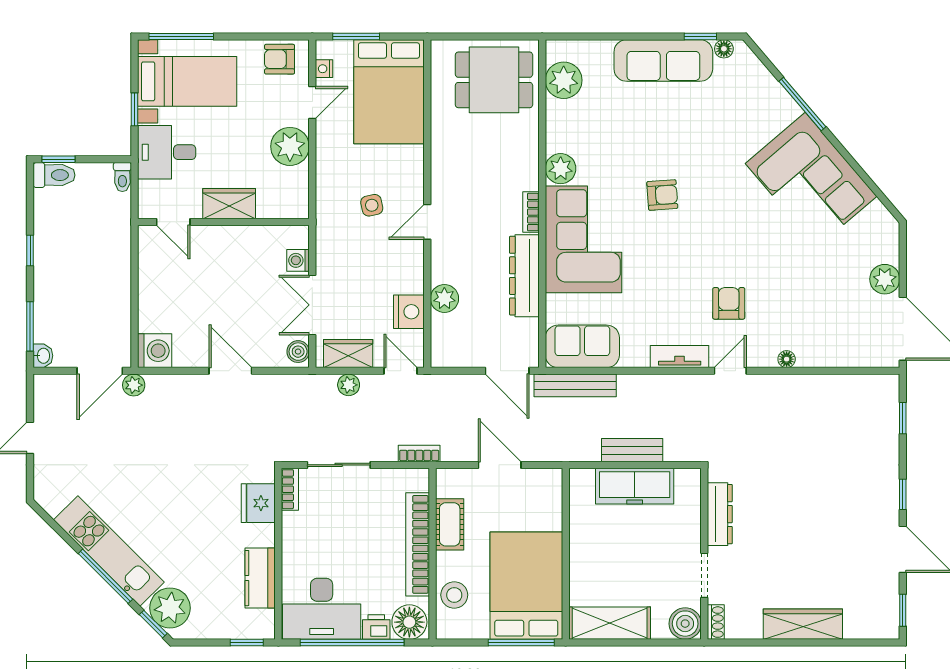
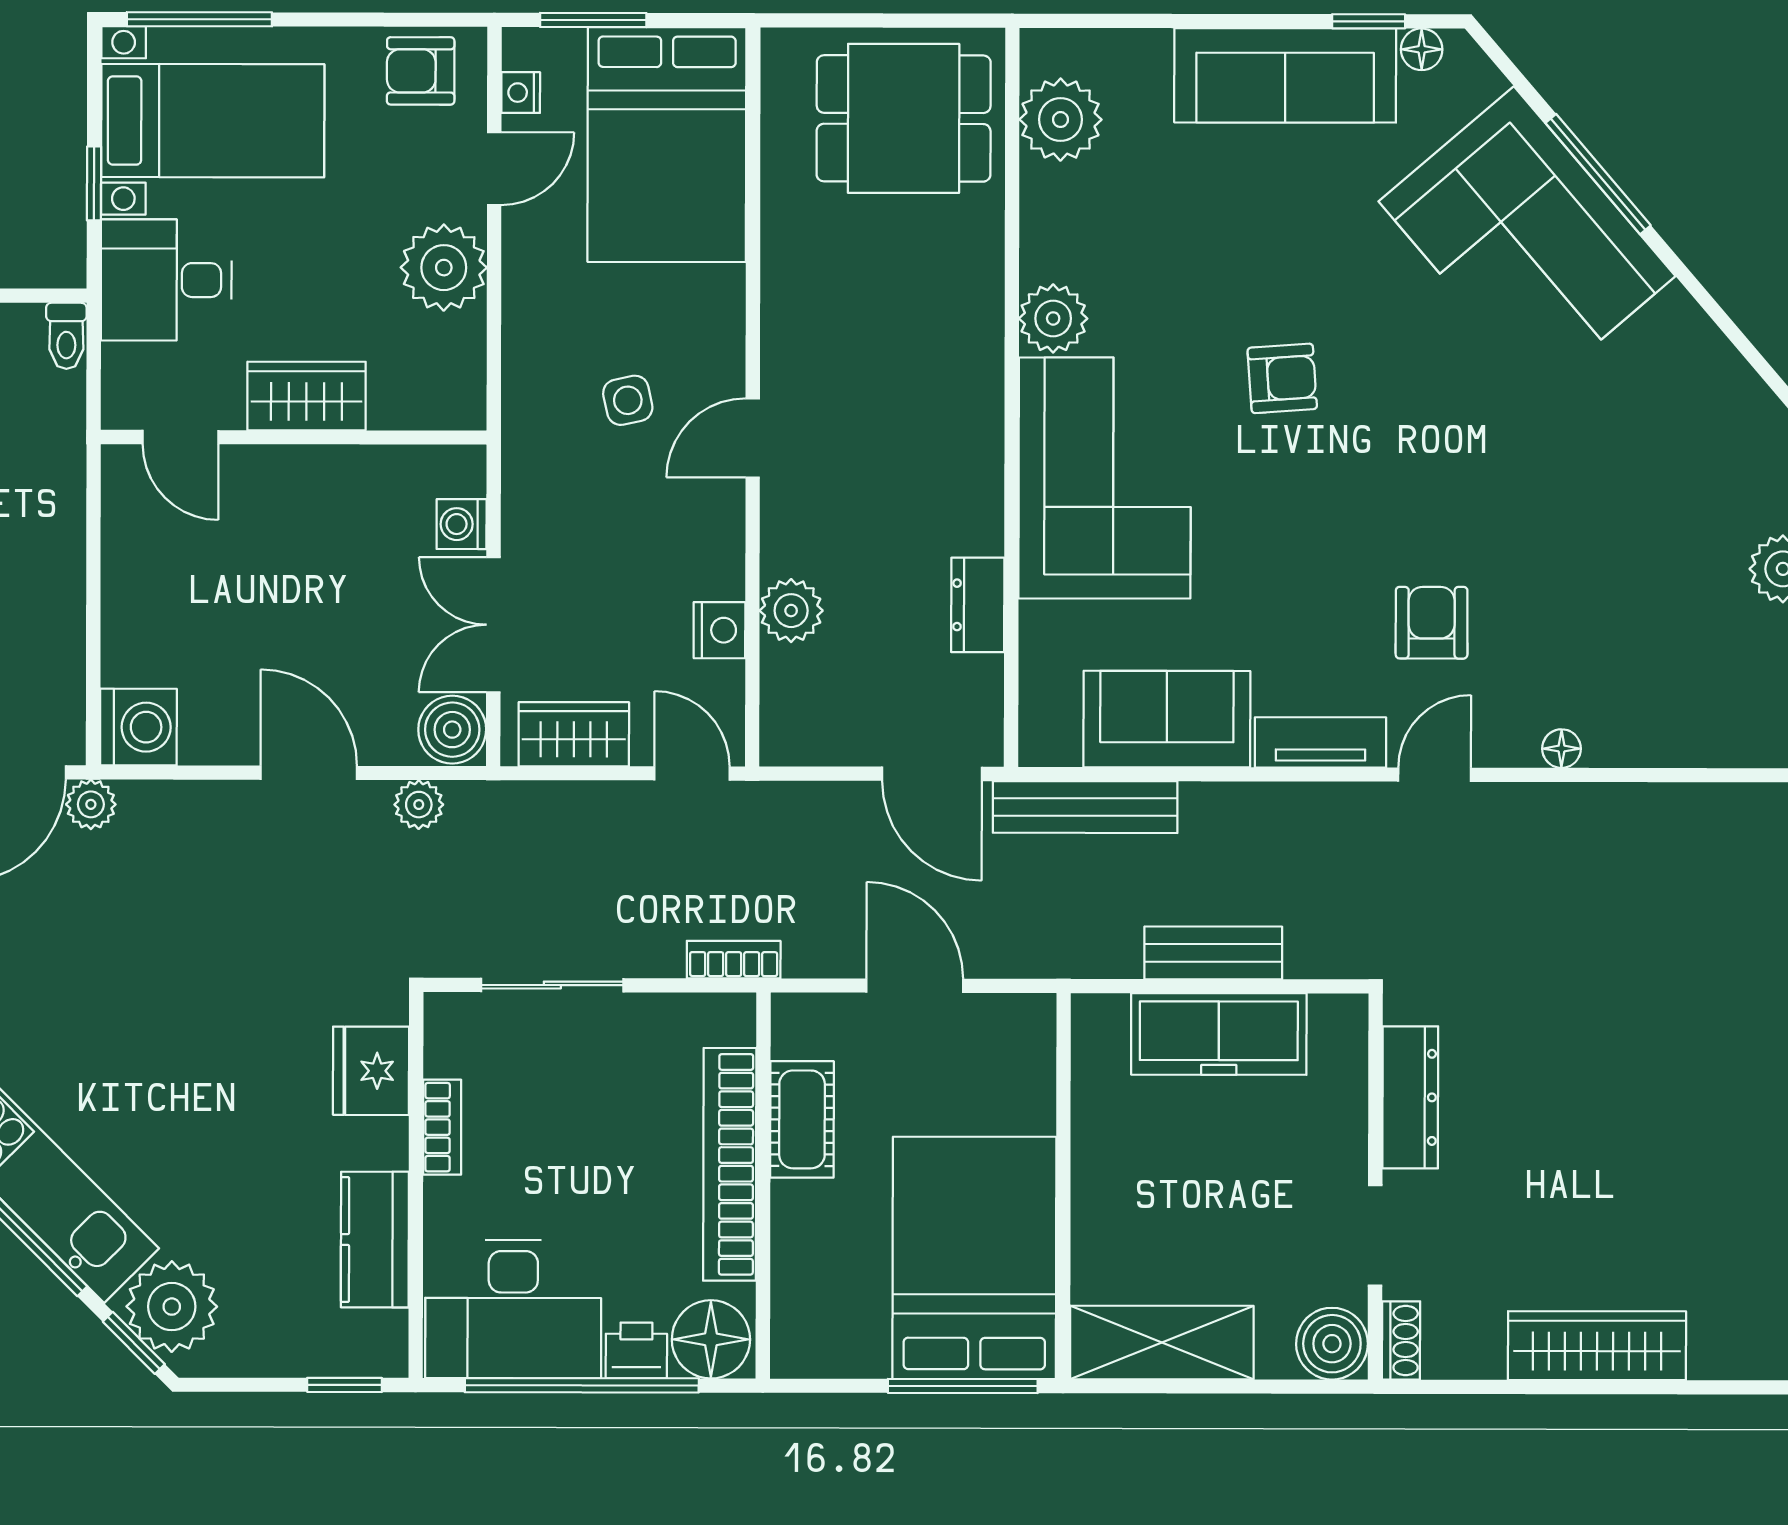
corner sofa: (811, 180) -> (1527, 239), moved
bookcase: (531, 212) -> (986, 416), removed
dresser: (524, 276) -> (978, 605), width x0.51, depth x0.80
nightstand: (409, 312) -> (719, 630), width x0.74, depth x0.75
sofa: (582, 346) -> (1167, 719), moved
boiler: (298, 352) -> (452, 730), width x1.36, depth x1.36
plant: (349, 385) -> (419, 805), moved
bookcase: (290, 489) -> (442, 1127), moved
stool: (454, 595) -> (812, 1278), removed

